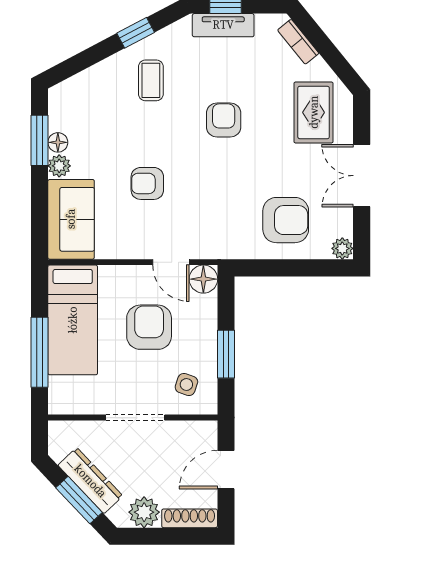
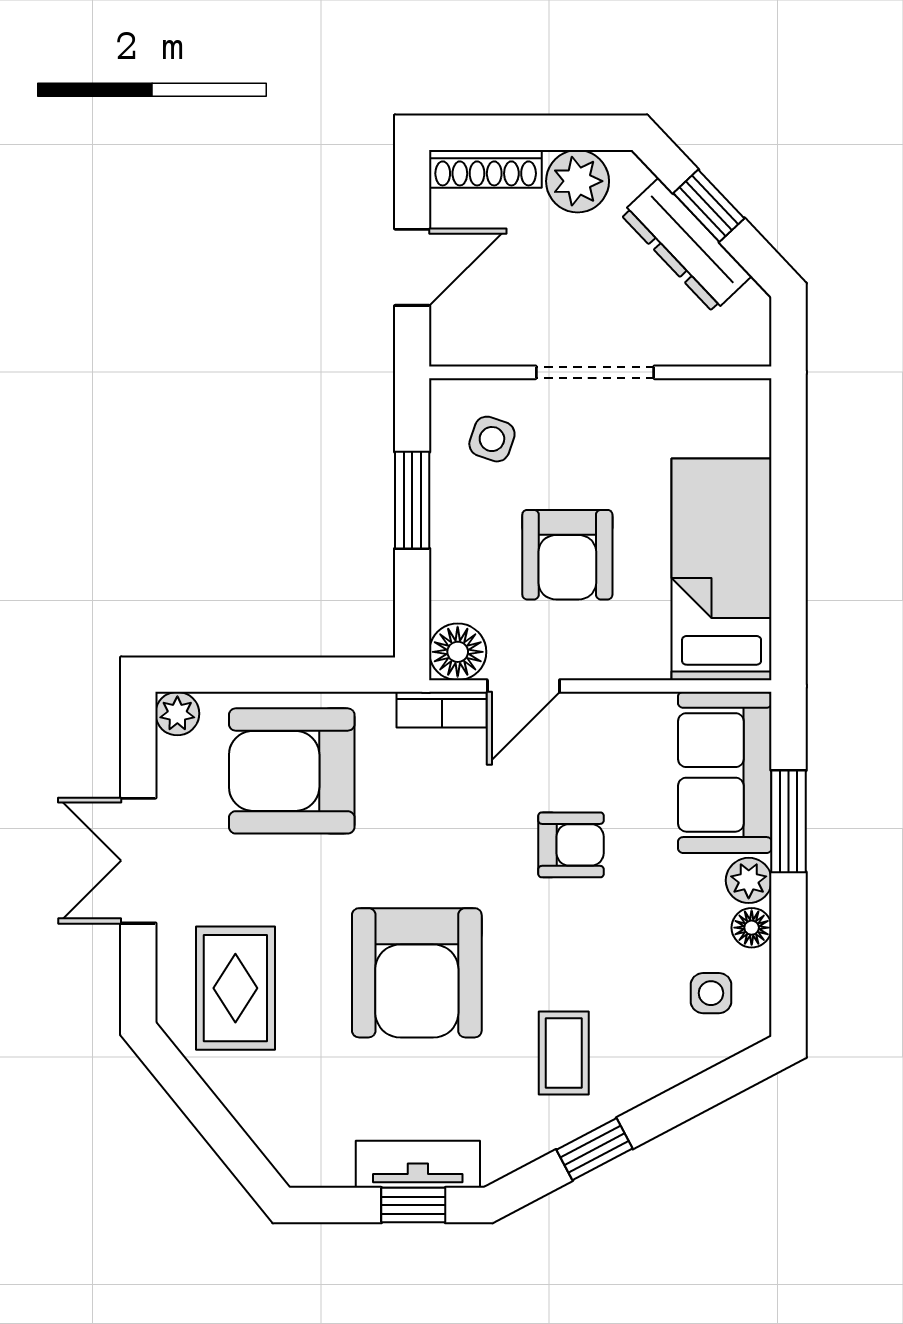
bookcase: (298, 42) -> (442, 710), moved, turned 129
side table: (78, 110) -> (711, 993), added
armchair: (224, 120) -> (417, 973), width x1.88, depth x1.88
window: (39, 140) -> (789, 821), moved
double door: (362, 176) -> (138, 861), swing flipped
armchair: (286, 220) -> (292, 771), width x1.36, depth x1.36
door: (171, 262) -> (523, 686), swing flipped
window: (39, 352) -> (789, 504), removed
window: (79, 500) -> (709, 206), width x0.67

